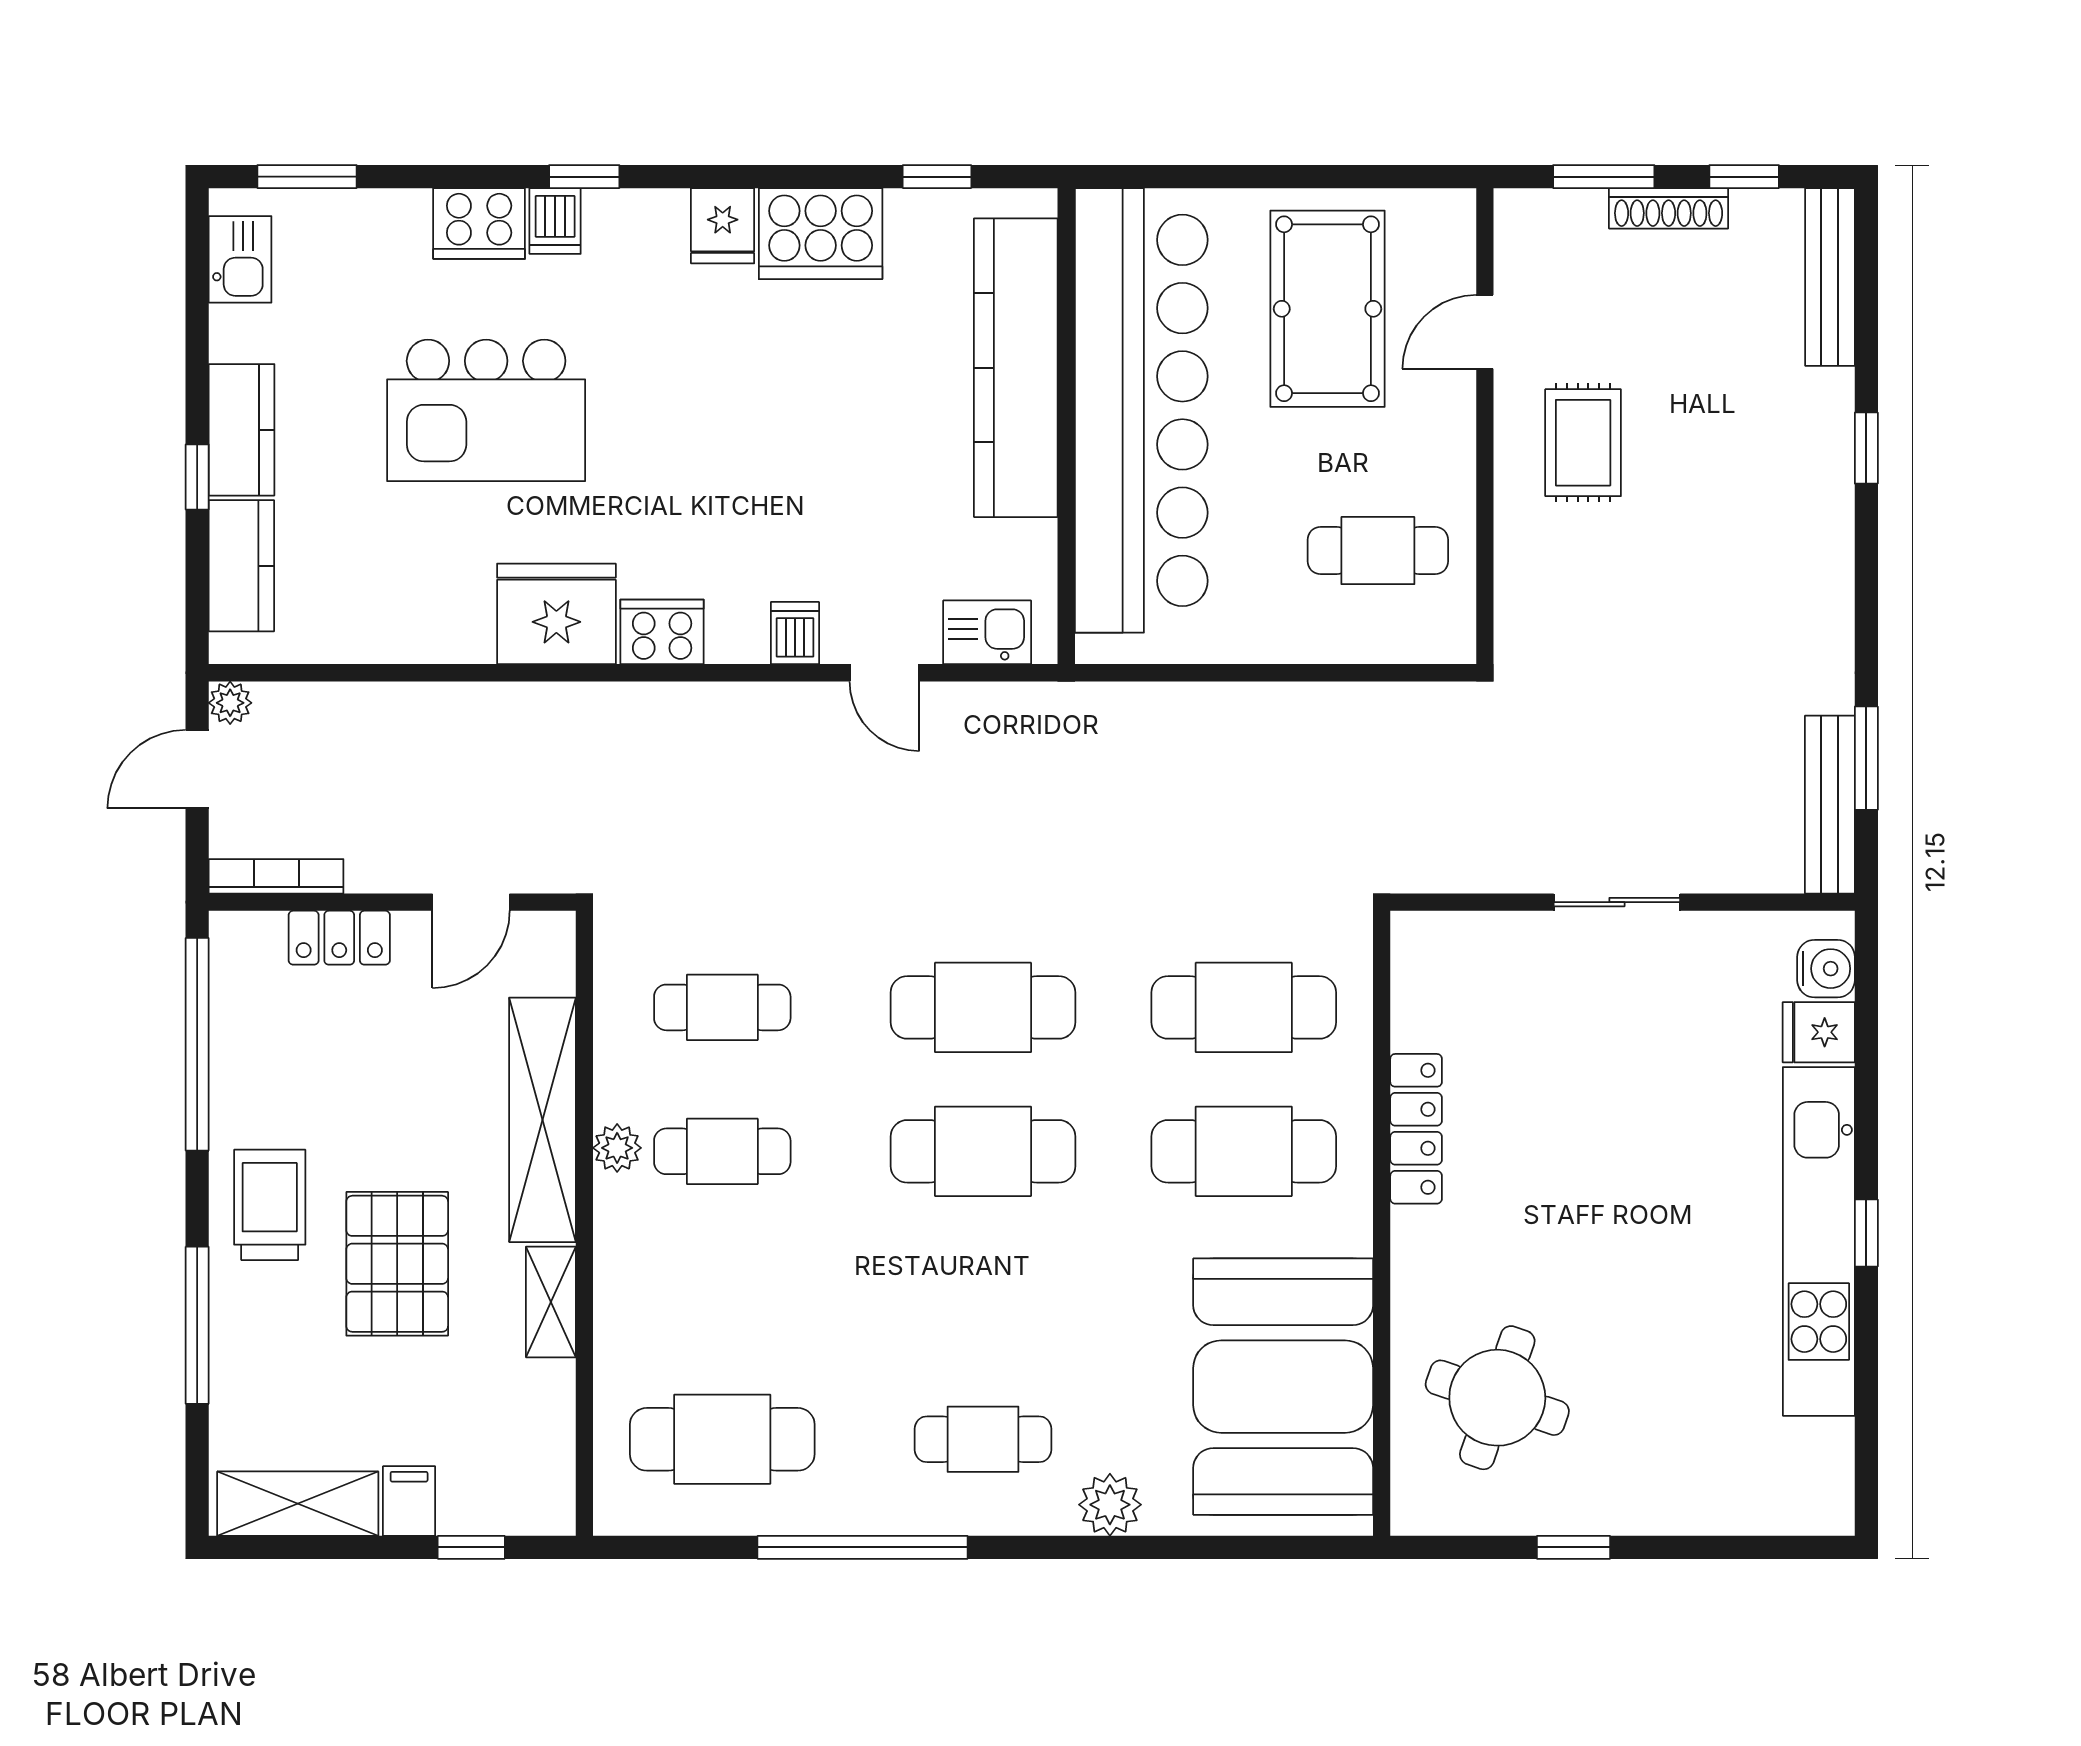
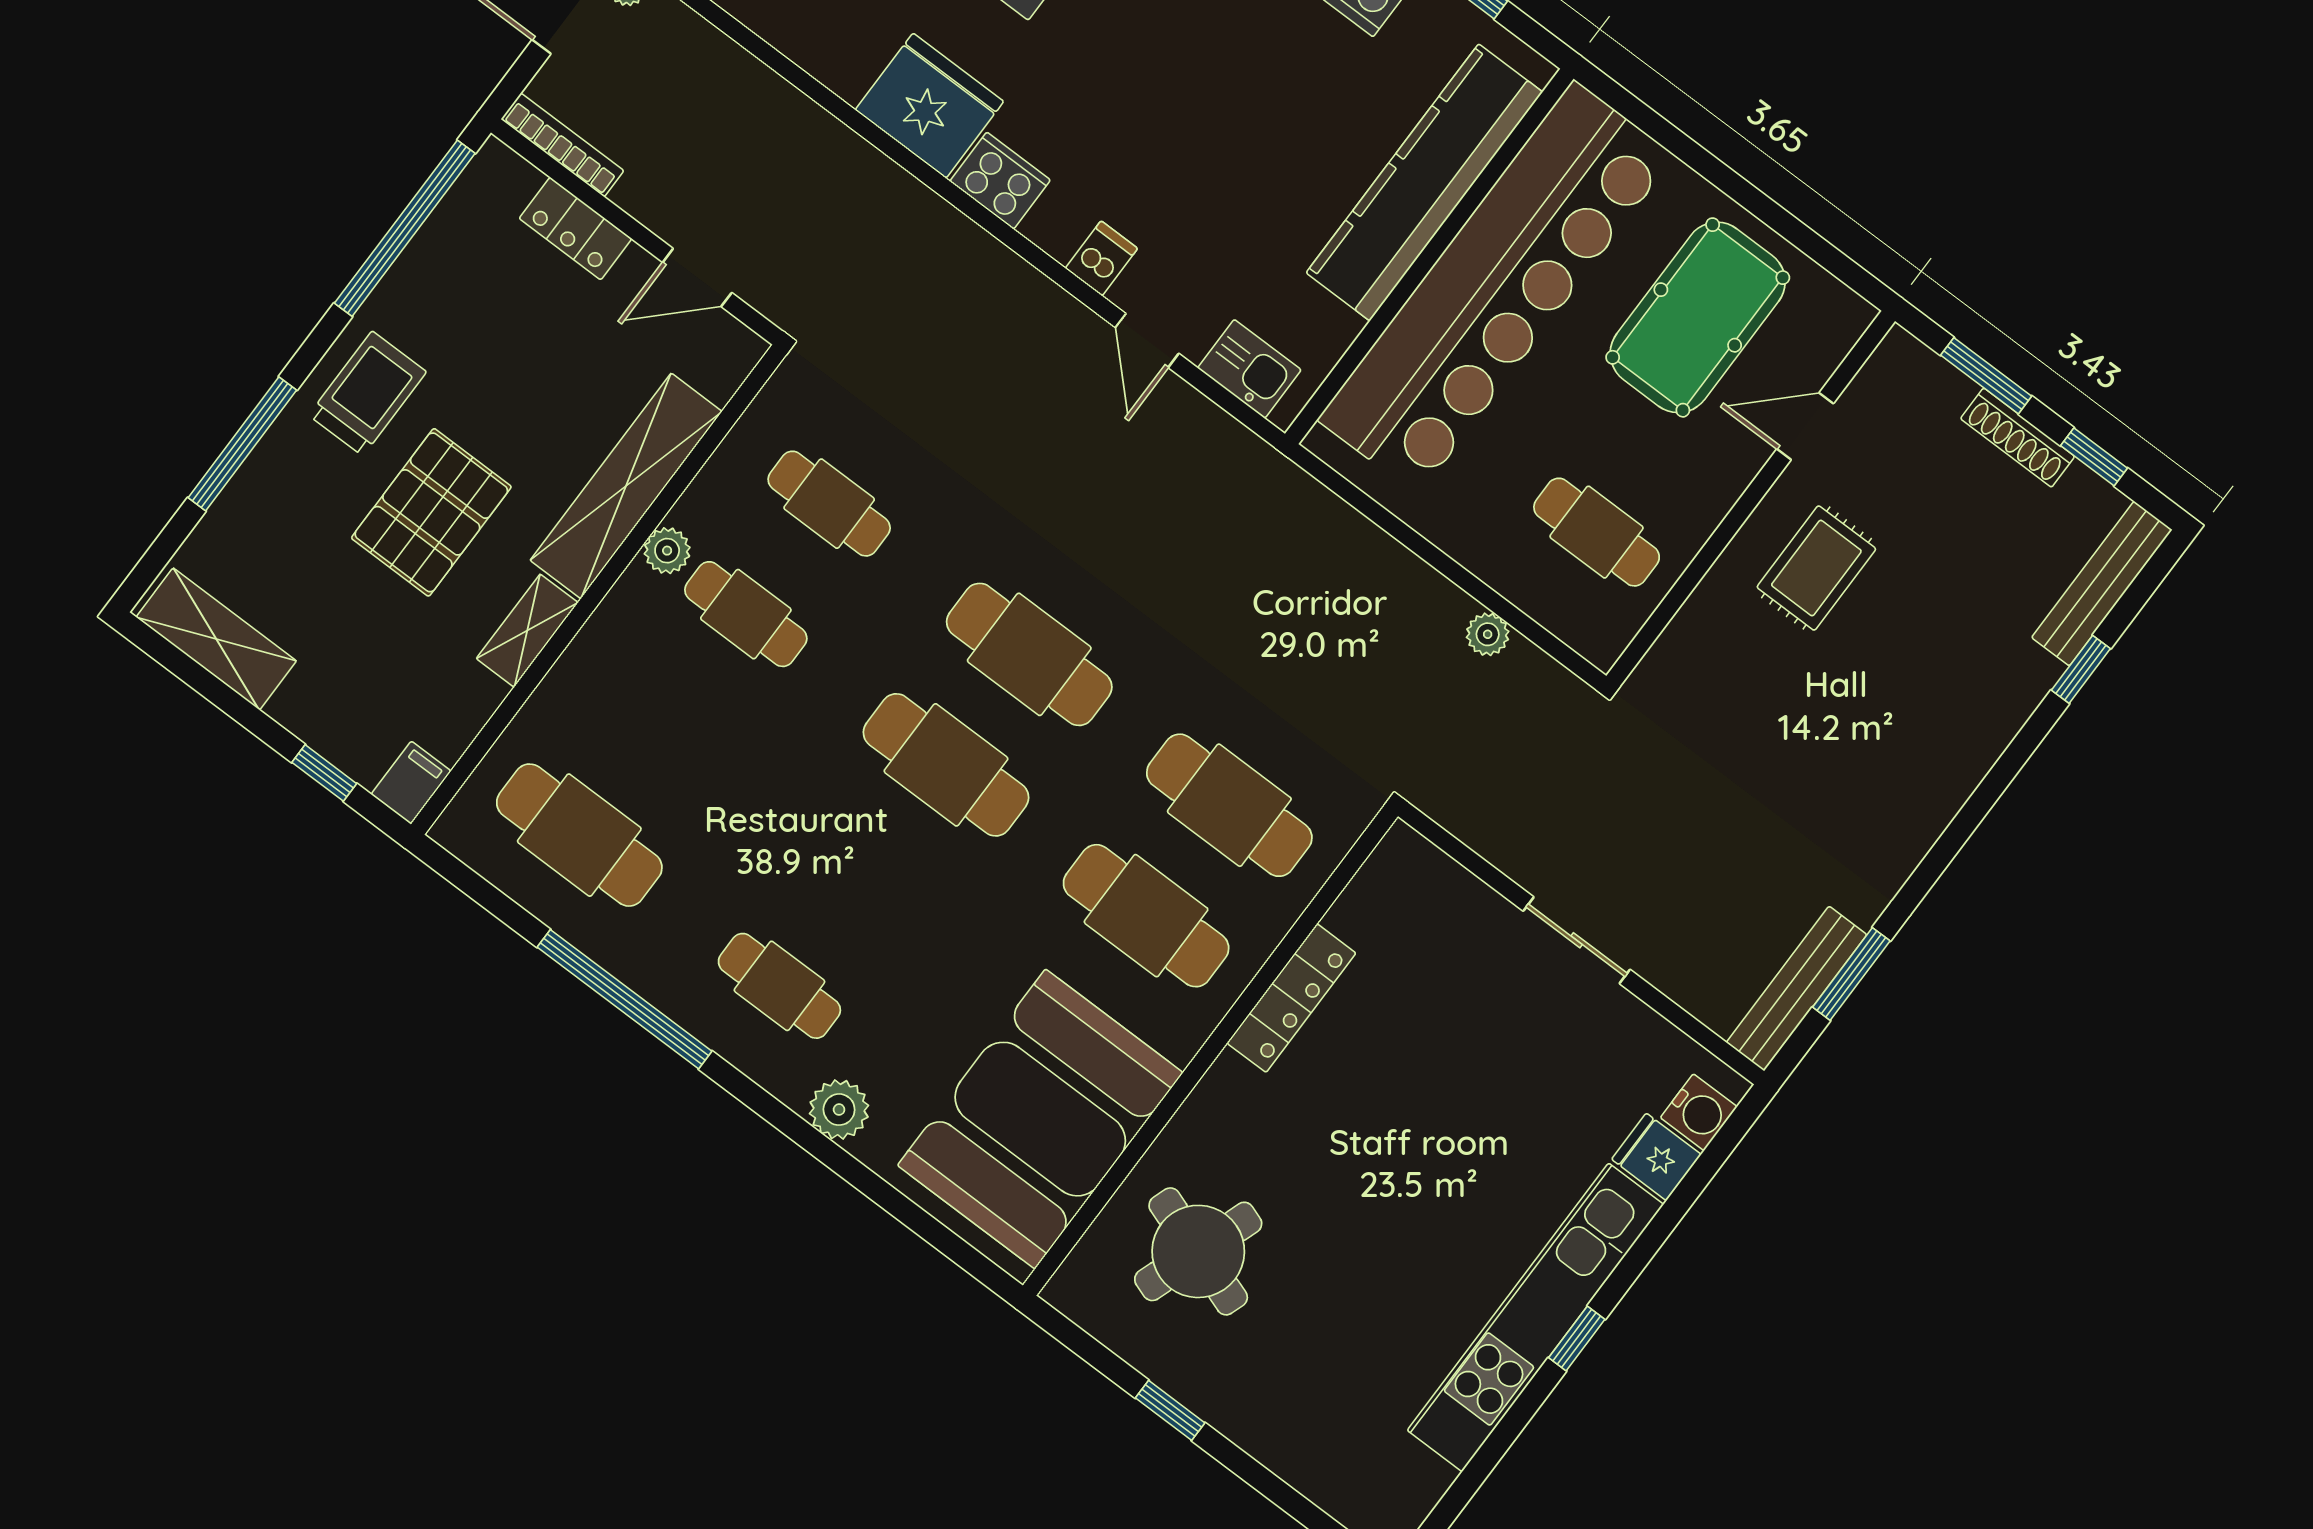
window: (1866, 448) -> (2081, 669), moved
plant: (1351, 704) -> (1488, 634), added
filing cabinet: (409, 1501) -> (411, 783), moved

